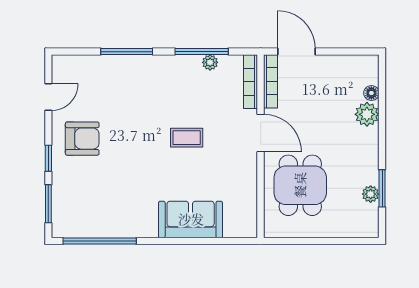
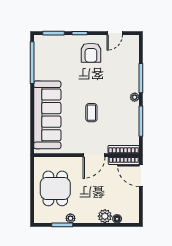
door: (296, 52) -> (141, 176), swing flipped
plant: (210, 62) -> (135, 97), moved
door: (48, 97) -> (115, 33), hinge flipped
dining table: (300, 185) -> (55, 188), moved, turned 90
plant: (371, 194) -> (70, 218), moved
sofa: (191, 219) -> (47, 115), width x1.85, depth x1.27

